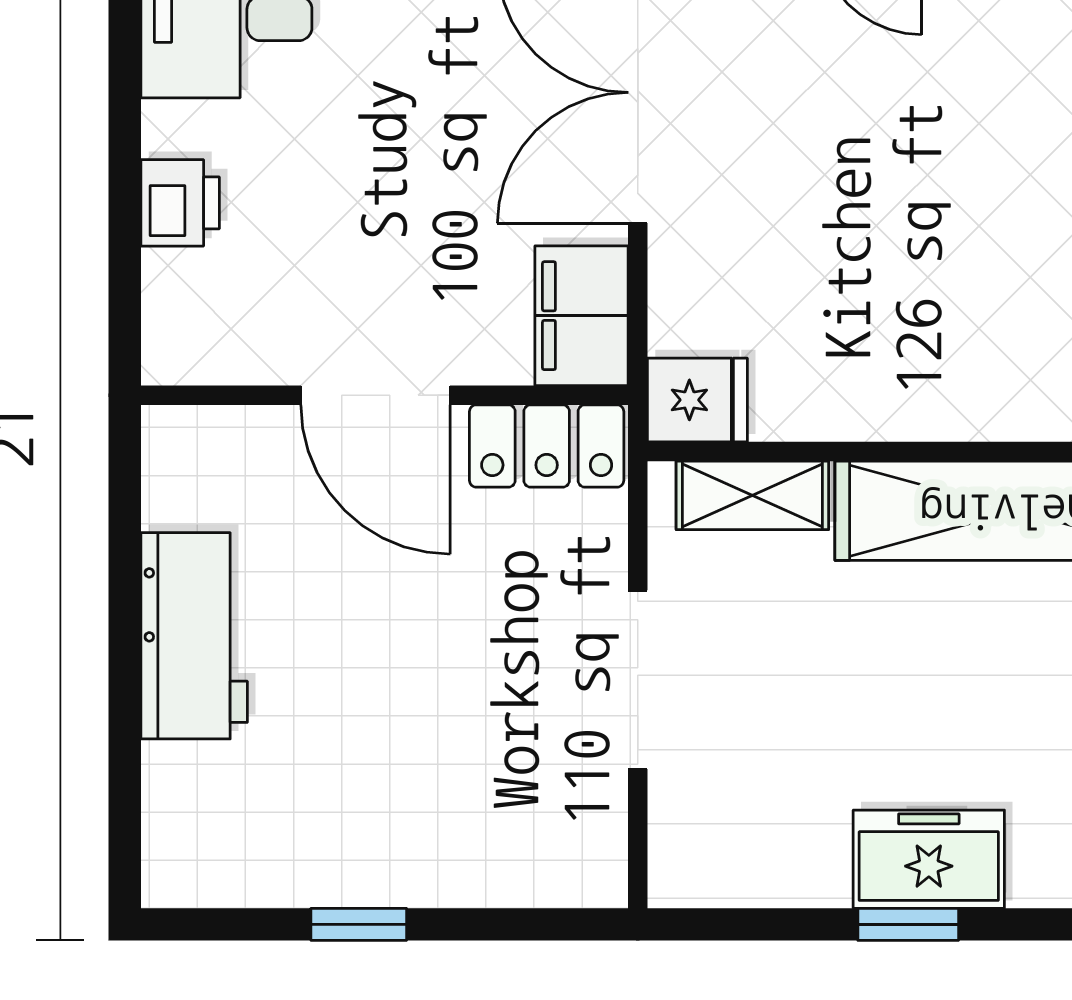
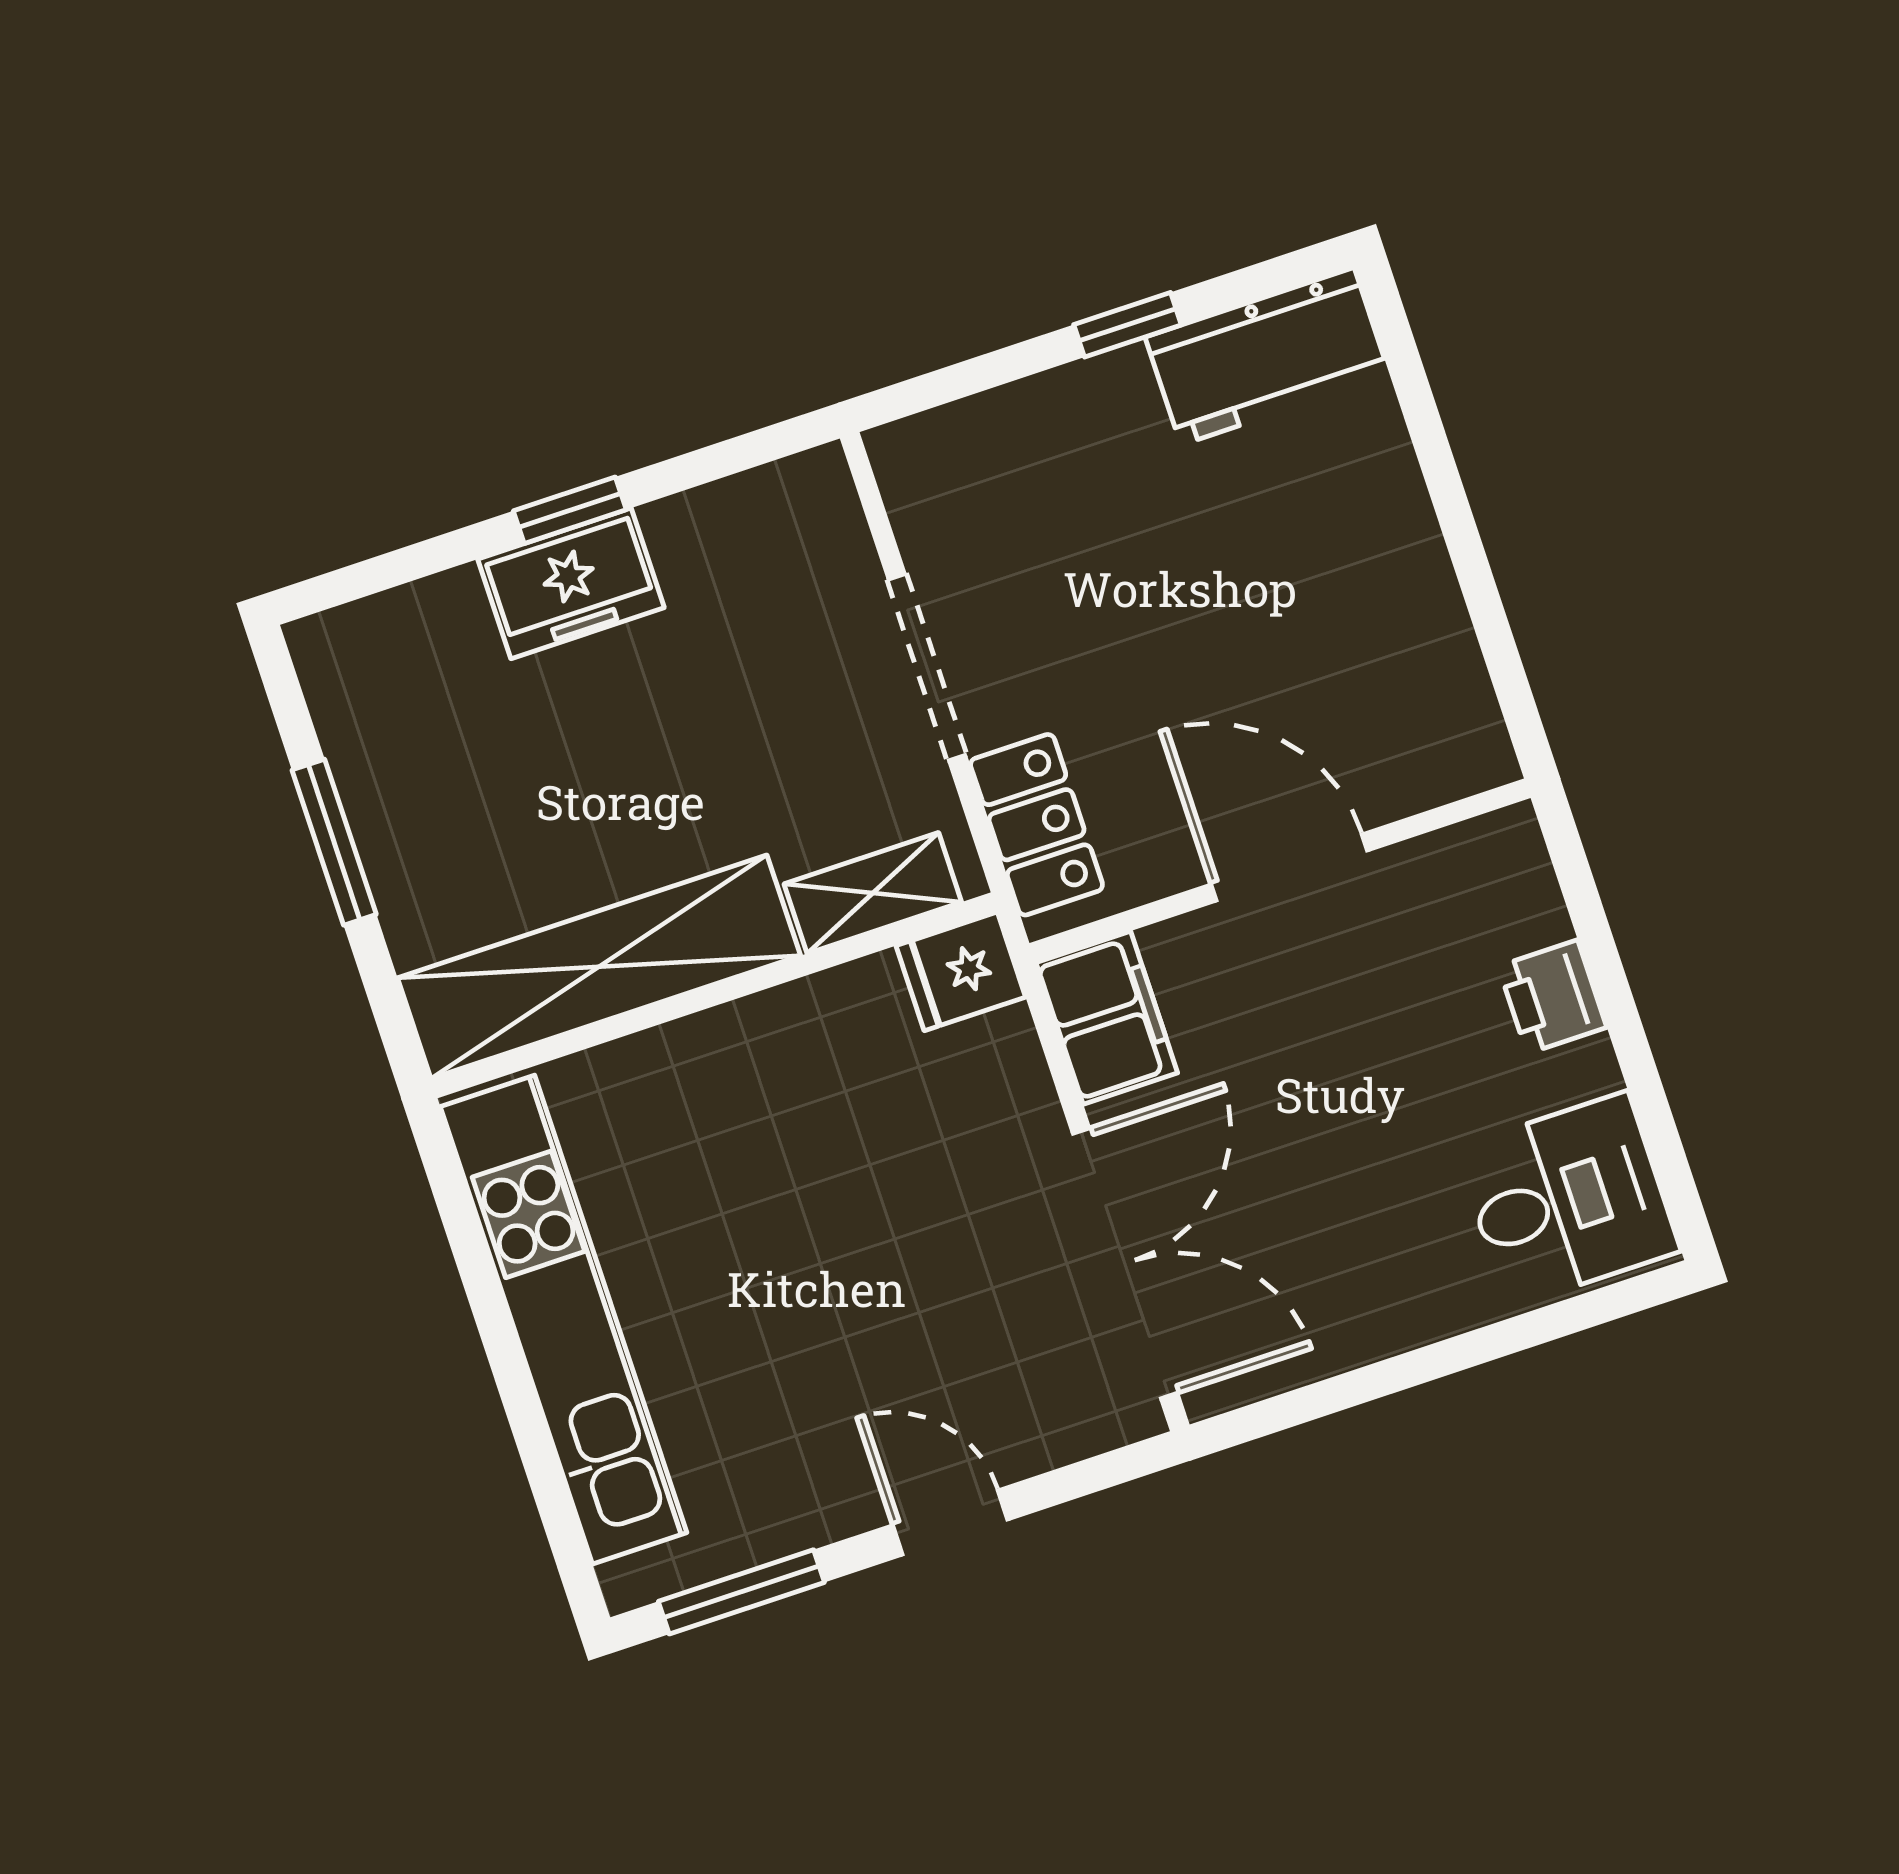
locker: (547, 446) -> (1037, 825), moved, turned 90
workbench: (194, 636) -> (1267, 356), moved, turned -90

